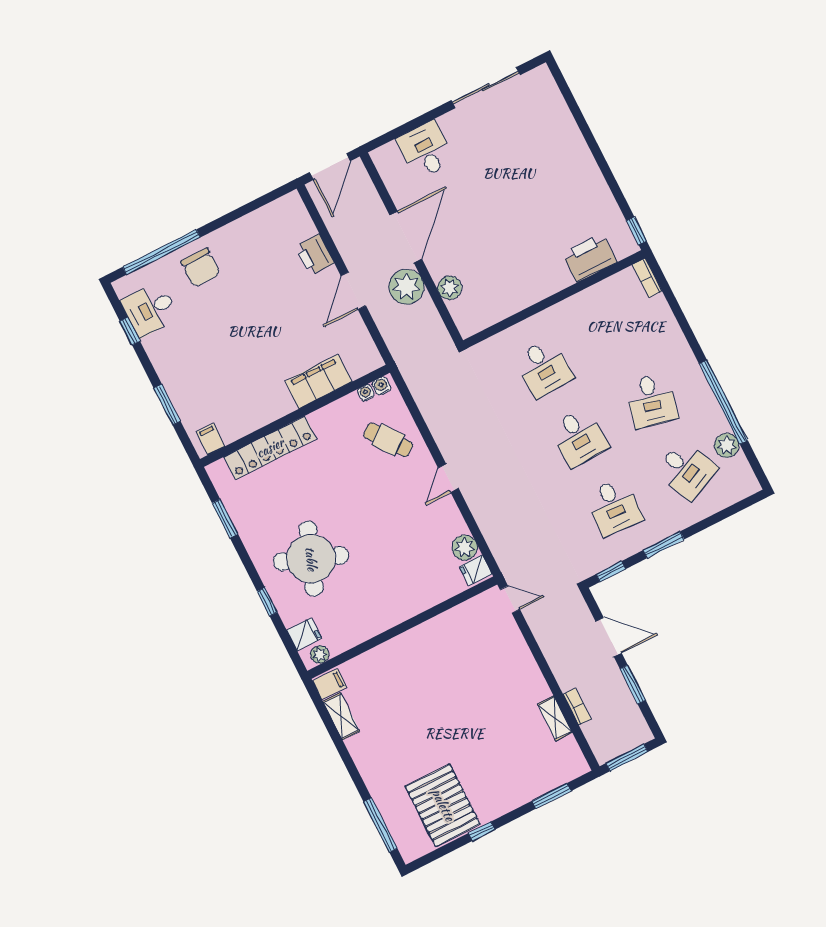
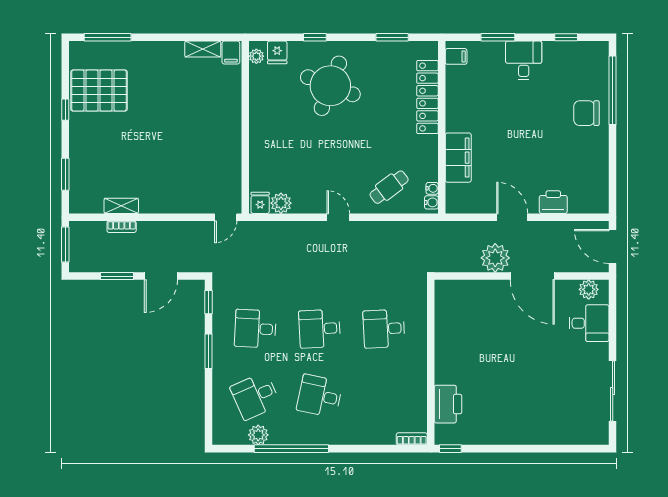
plant: (450, 288) -> (589, 289), moved
desk: (150, 309) -> (524, 60), moved

